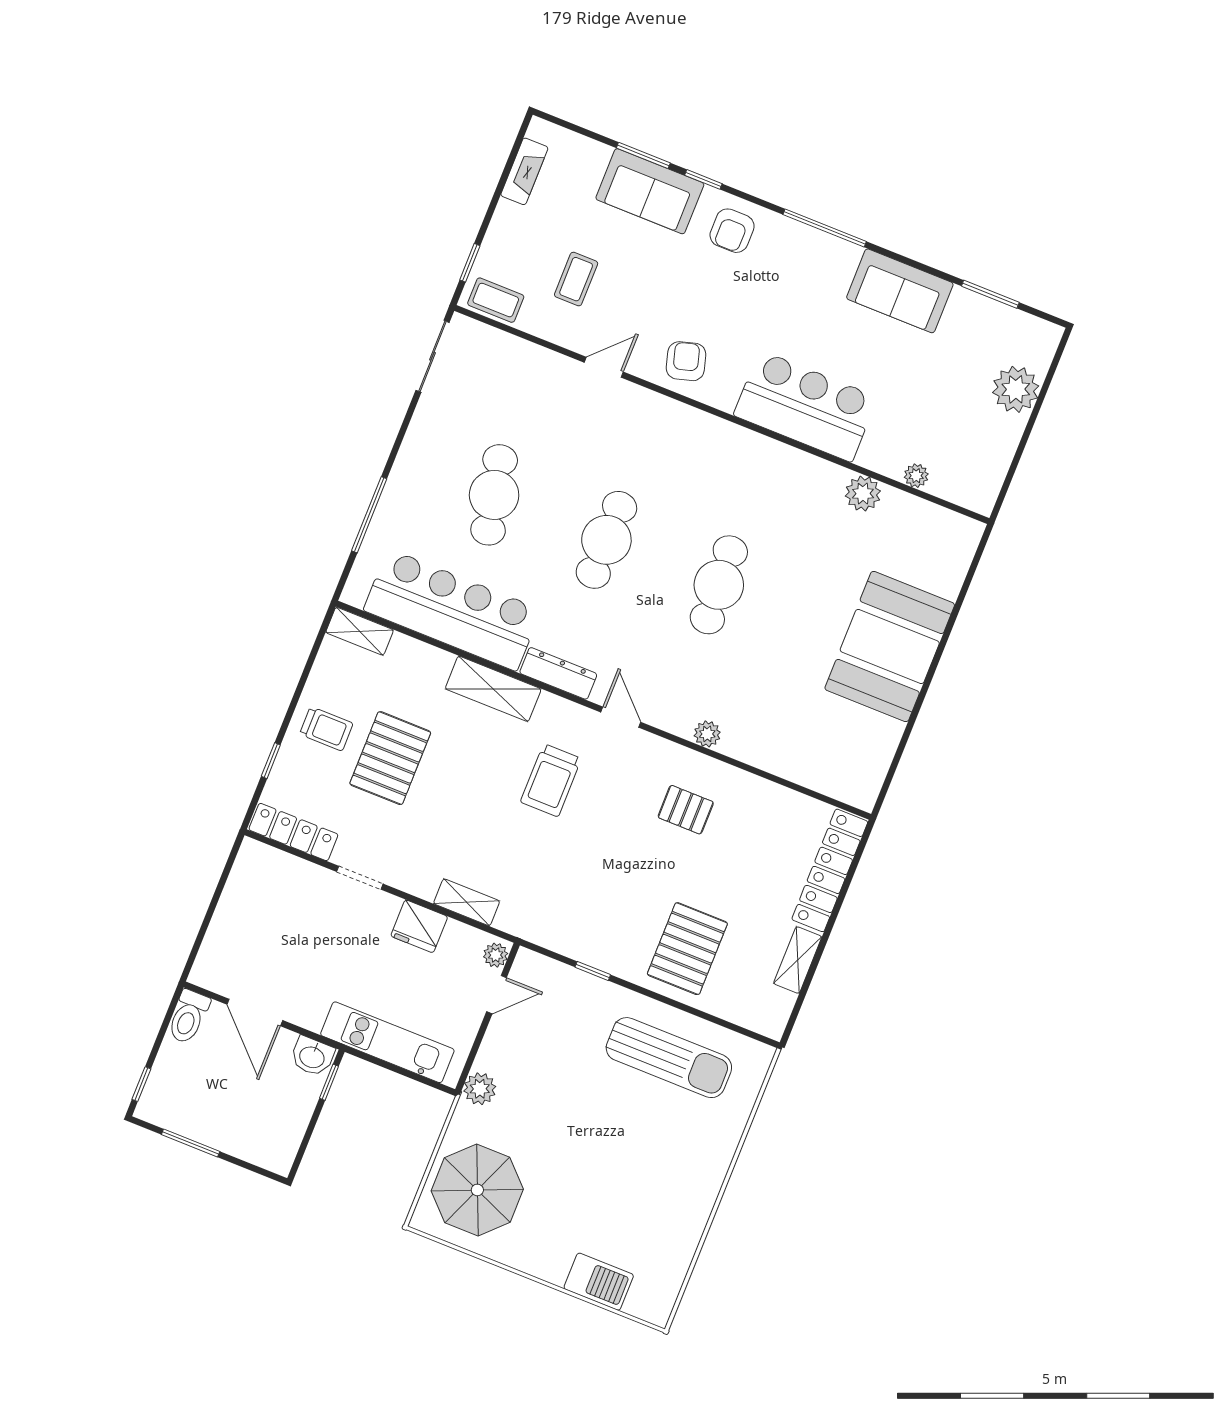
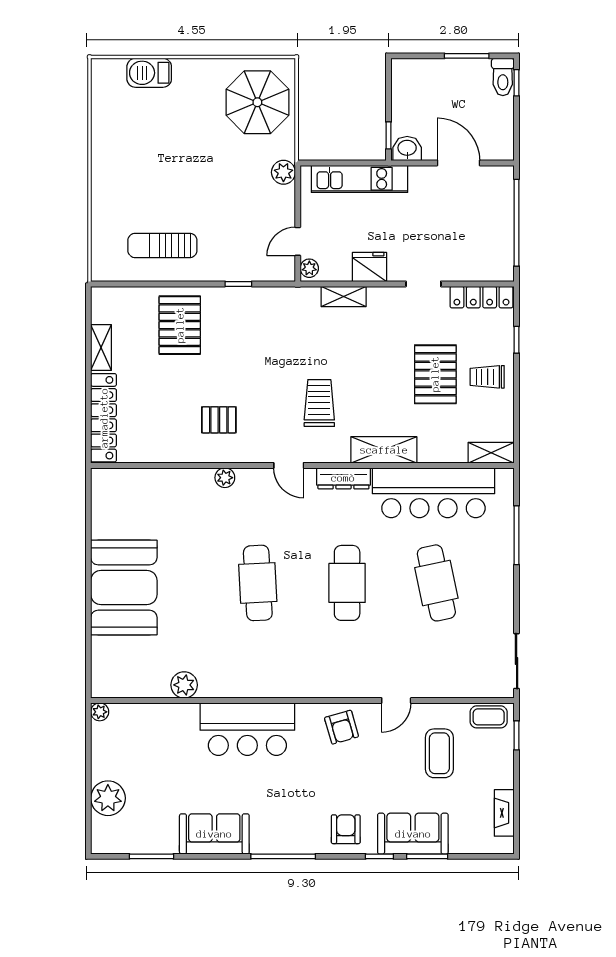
coffee table: (576, 279) -> (439, 753), width x1.36, depth x1.30
plant: (916, 476) -> (100, 712), moved
window: (212, 908) -> (517, 223), added
toilet: (188, 1017) -> (503, 77), moved, turned 180
sun lounger: (669, 1058) -> (162, 245), width x0.73, depth x0.75

